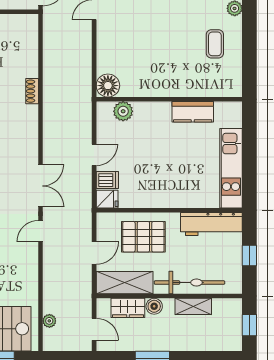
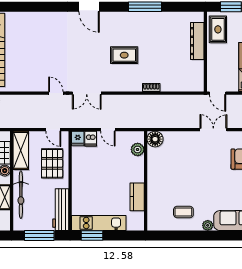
window: (249, 178) -> (92, 235), added
door: (94, 253) -> (53, 130), moved
window: (249, 256) -> (39, 235), width x2.17

